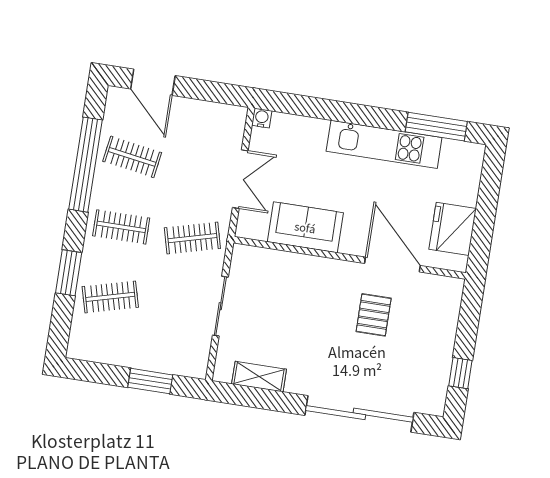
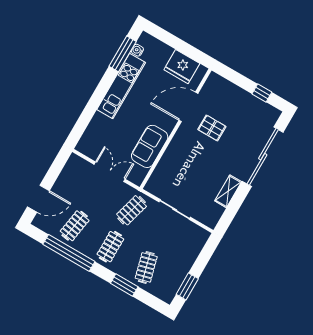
water cooler: (262, 118) -> (137, 50), moved
clothes rail: (192, 238) -> (132, 210), turned 30
shelving: (259, 377) -> (228, 191), moved
window: (150, 381) -> (187, 286), moved

